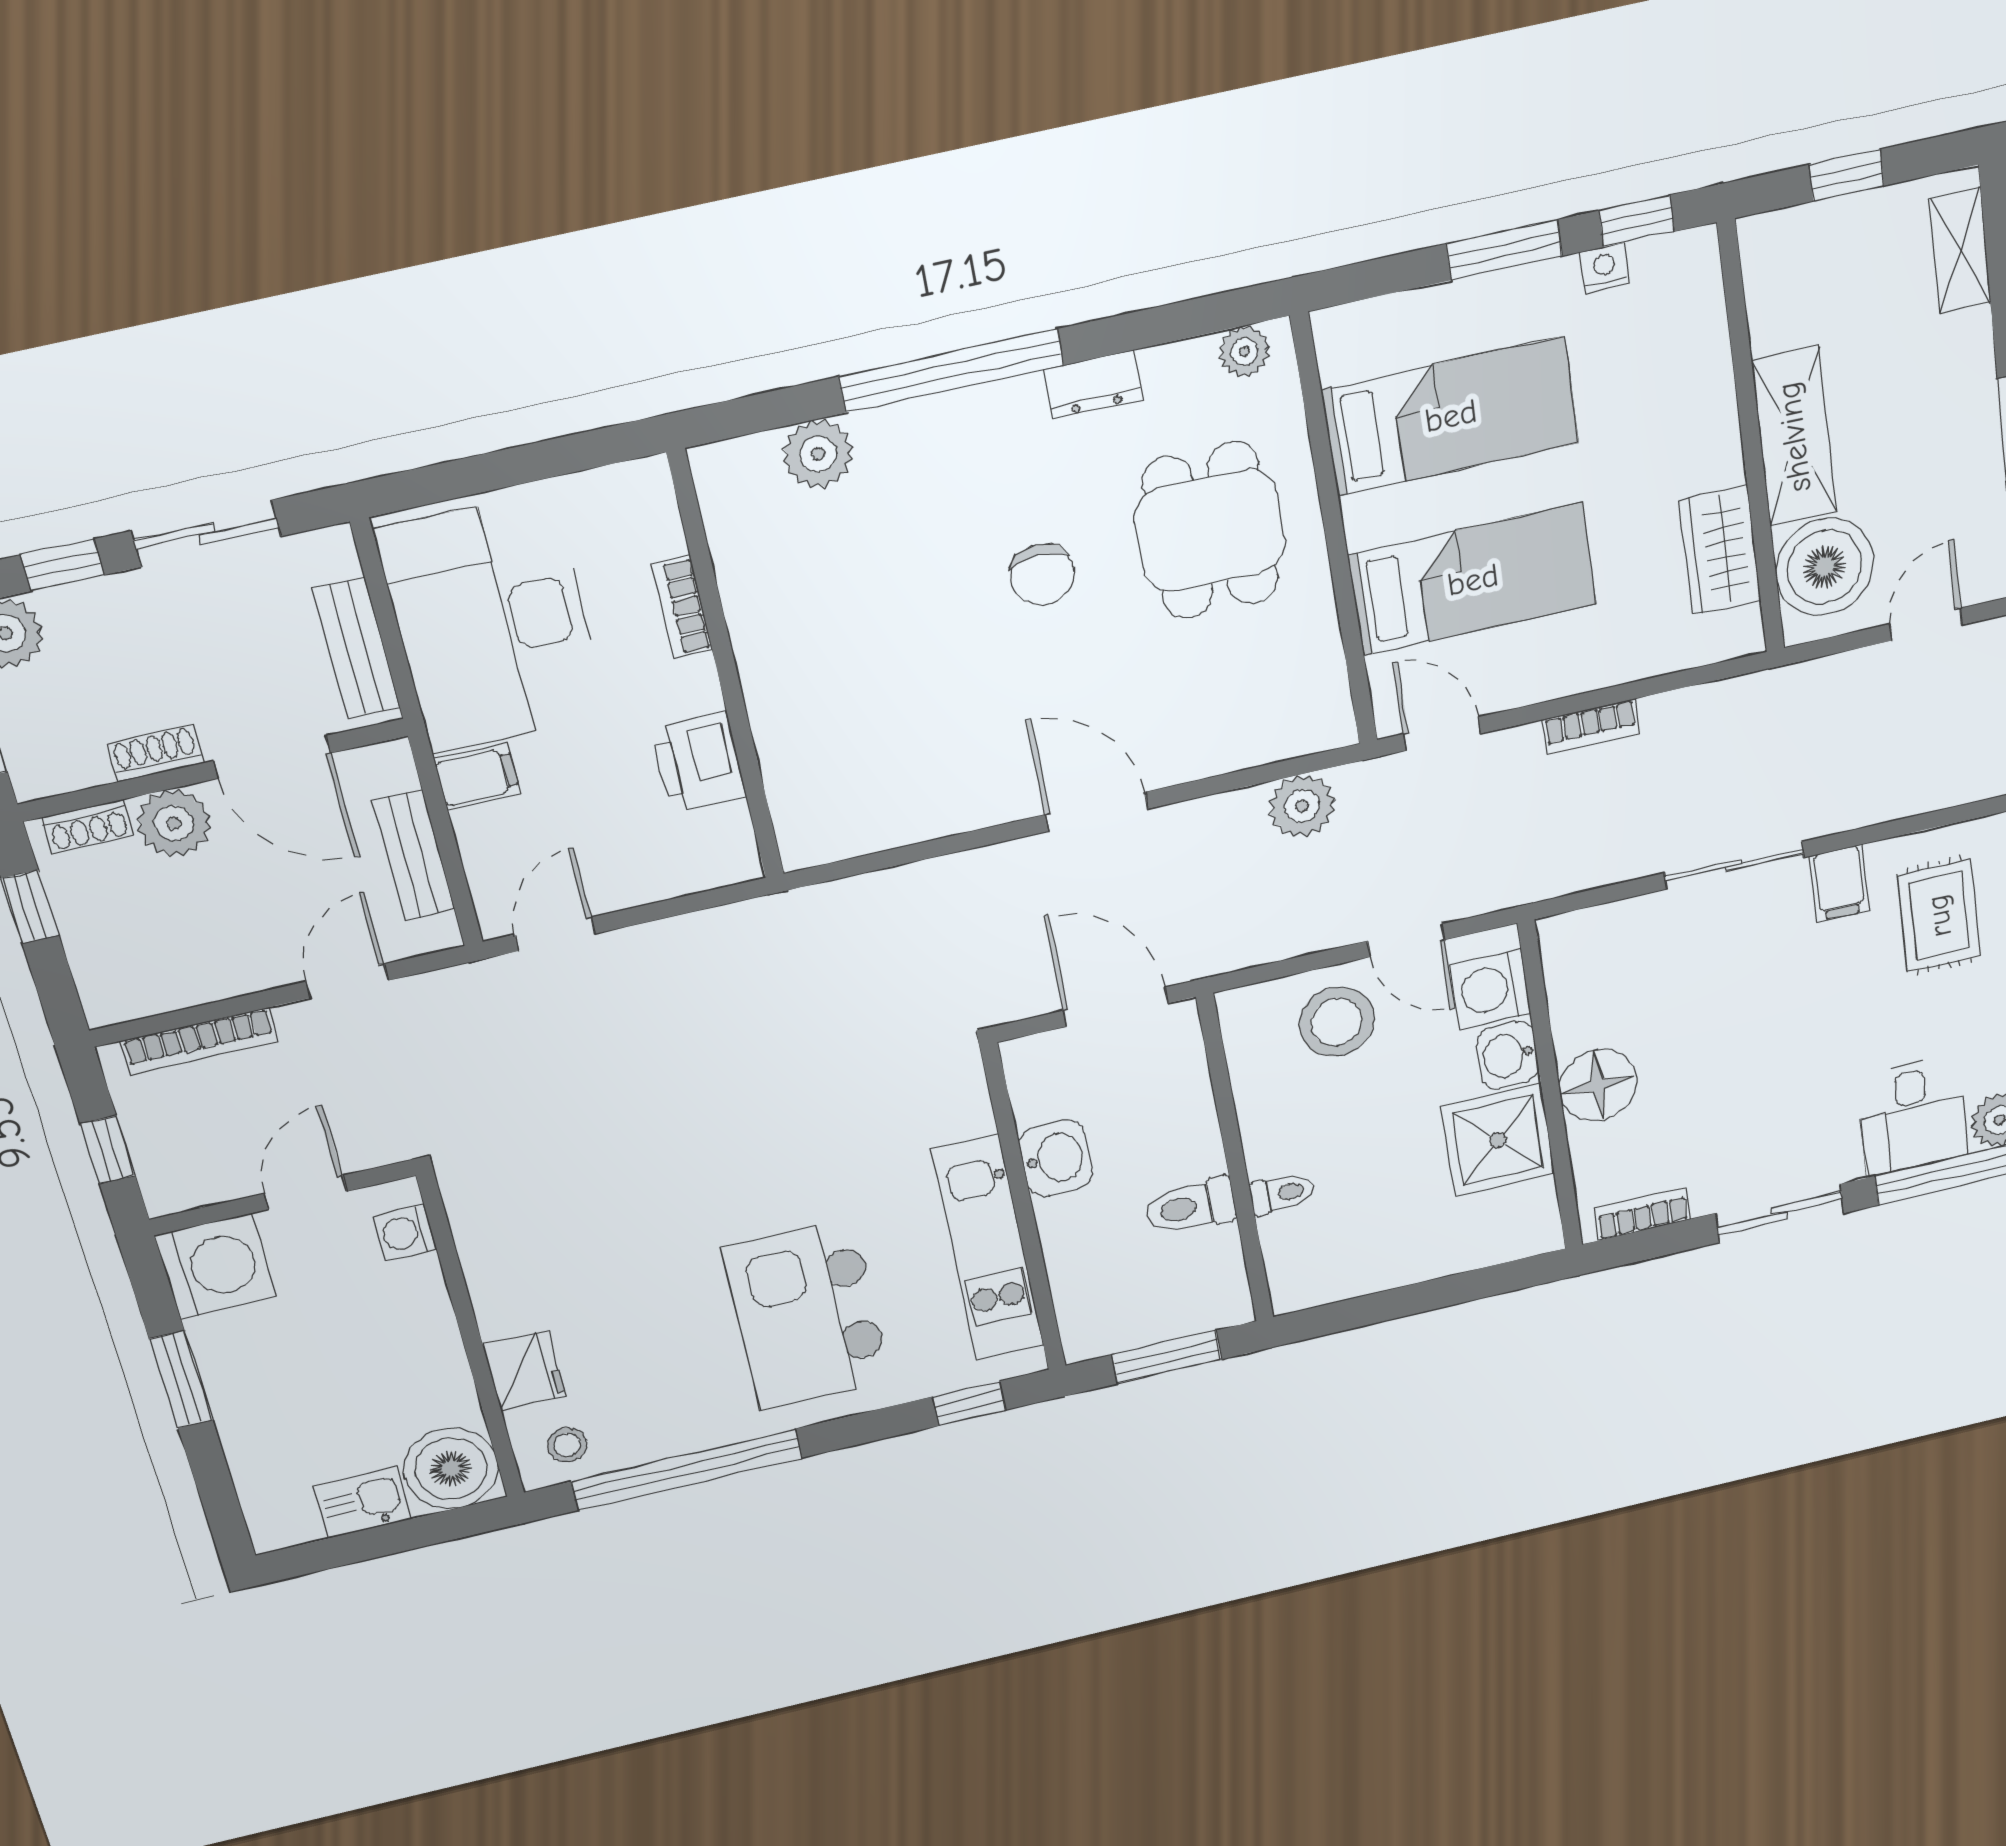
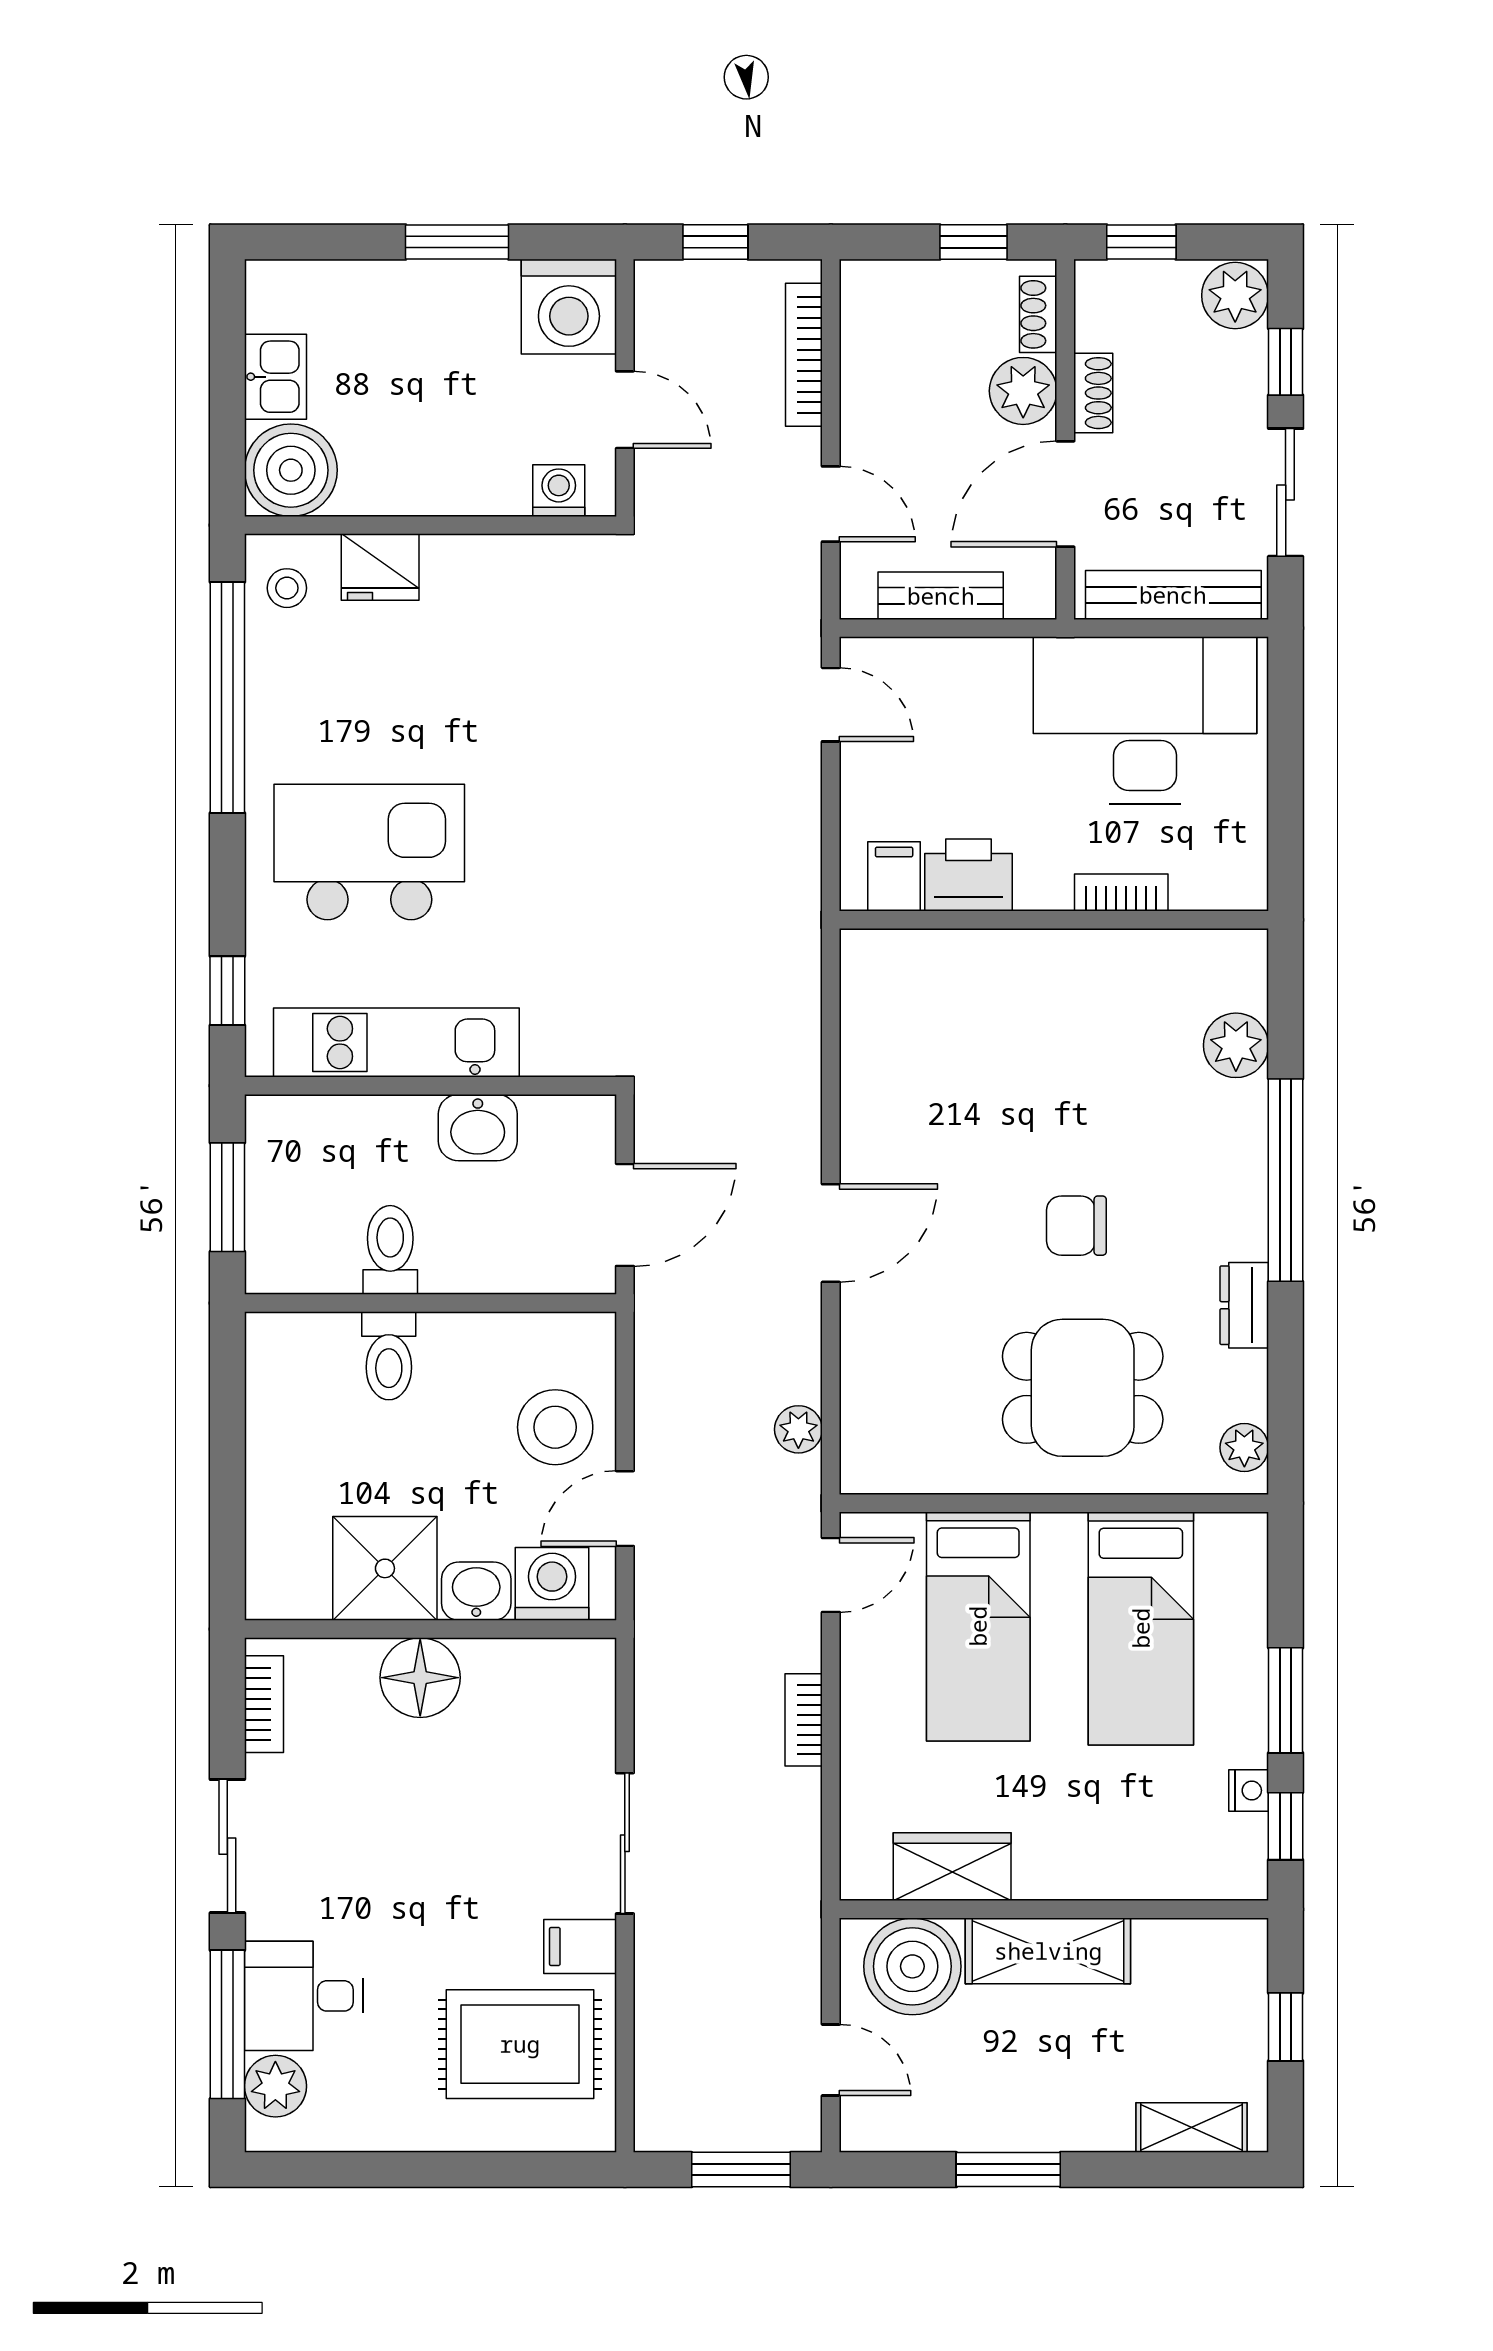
bench: (356, 648) -> (1173, 595), width x1.36
filing cabinet: (477, 777) -> (894, 876), moved, turned 180
plant: (1302, 806) -> (798, 1429), width x0.73, depth x0.73
rug: (1939, 916) -> (520, 2044), width x1.36, depth x1.43
toilet: (1282, 1193) -> (389, 1356), width x1.37, depth x1.39

